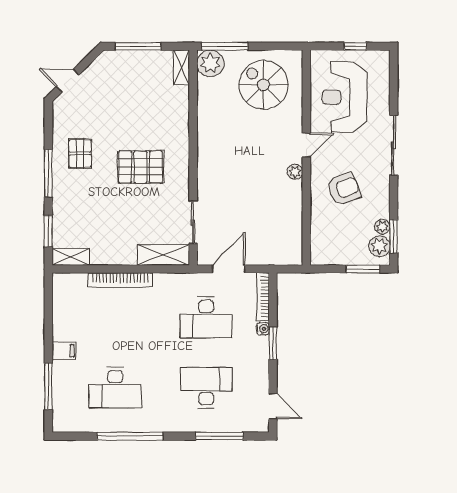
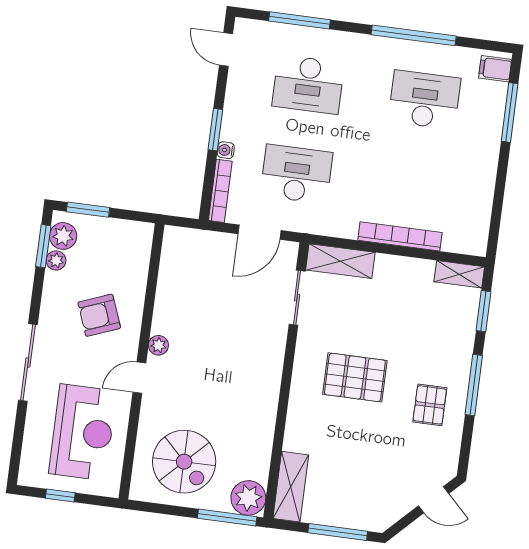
shelving: (181, 68) -> (291, 487), width x1.50, depth x1.33
filing cabinet: (64, 351) -> (495, 69), moved

